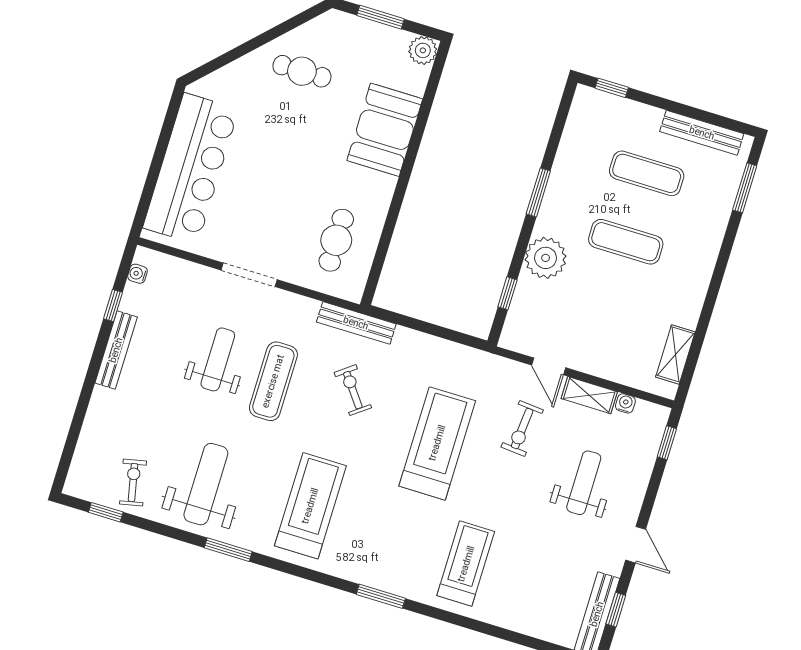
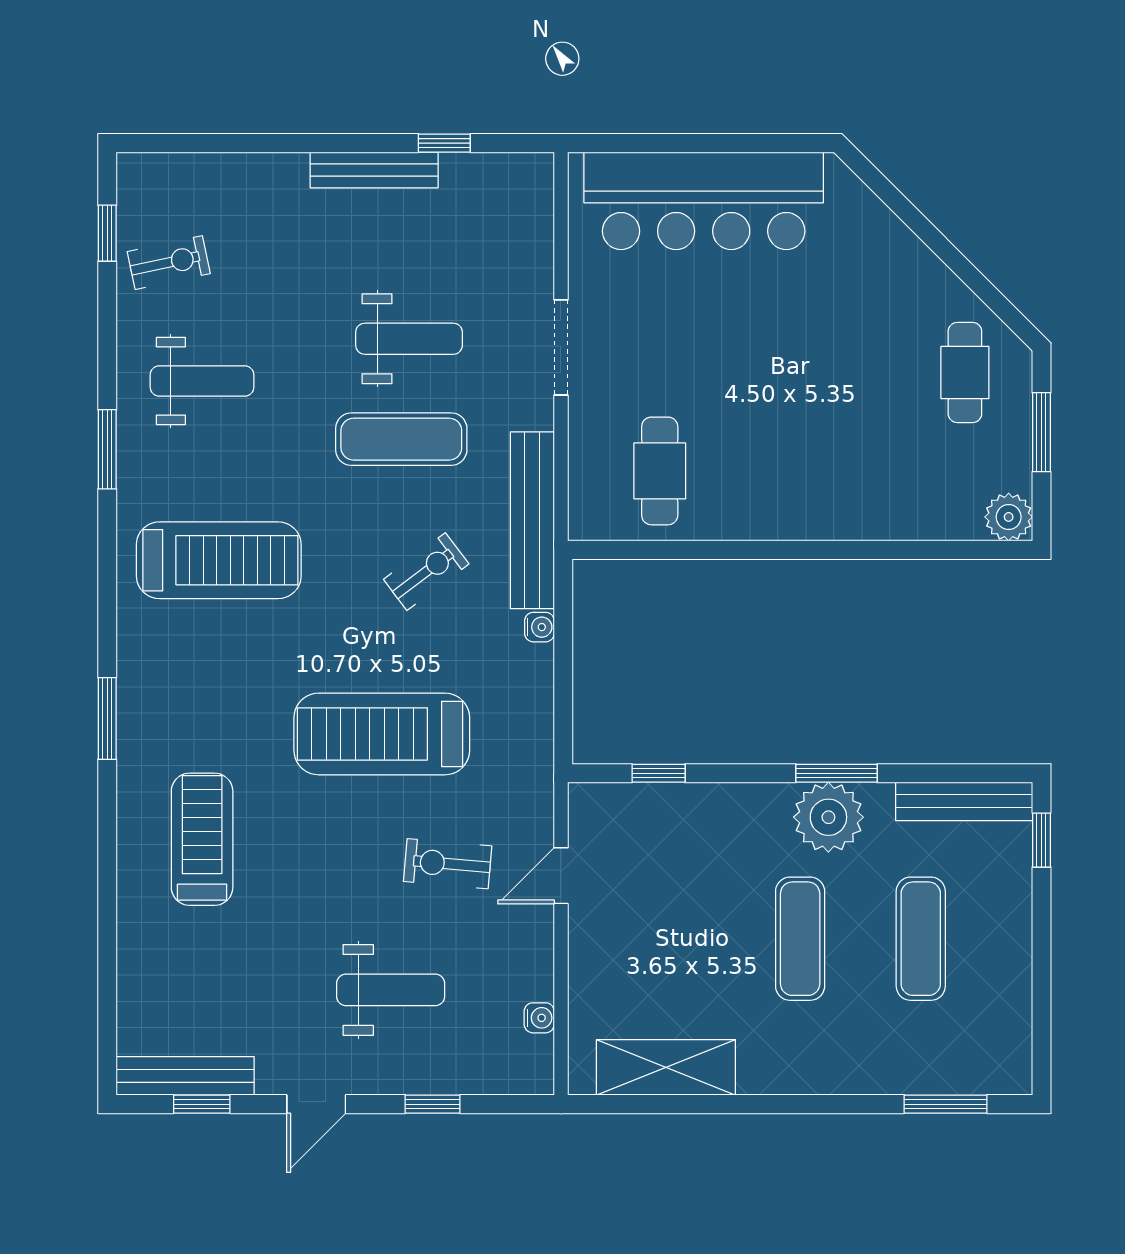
cafe table: (302, 71) -> (965, 372), moved
booth: (385, 130) -> (862, 495), removed
bench: (702, 133) -> (964, 801), moved, turned 90
cafe table: (336, 240) -> (660, 471), turned 90
plant: (546, 258) -> (828, 817), moved
water cooler: (137, 274) -> (539, 627), moved, turned 90
bench: (356, 323) -> (532, 520), width x1.37, depth x1.21
shelving: (675, 354) -> (666, 1067), width x1.50, depth x1.33
shelving: (589, 395) -> (535, 956), removed
treadmill: (437, 443) -> (382, 734), turned 180
window: (667, 443) -> (433, 1104), moved
weight bench: (206, 484) -> (202, 381), width x0.73, depth x0.75
treadmill: (466, 564) -> (202, 839), turned -90

